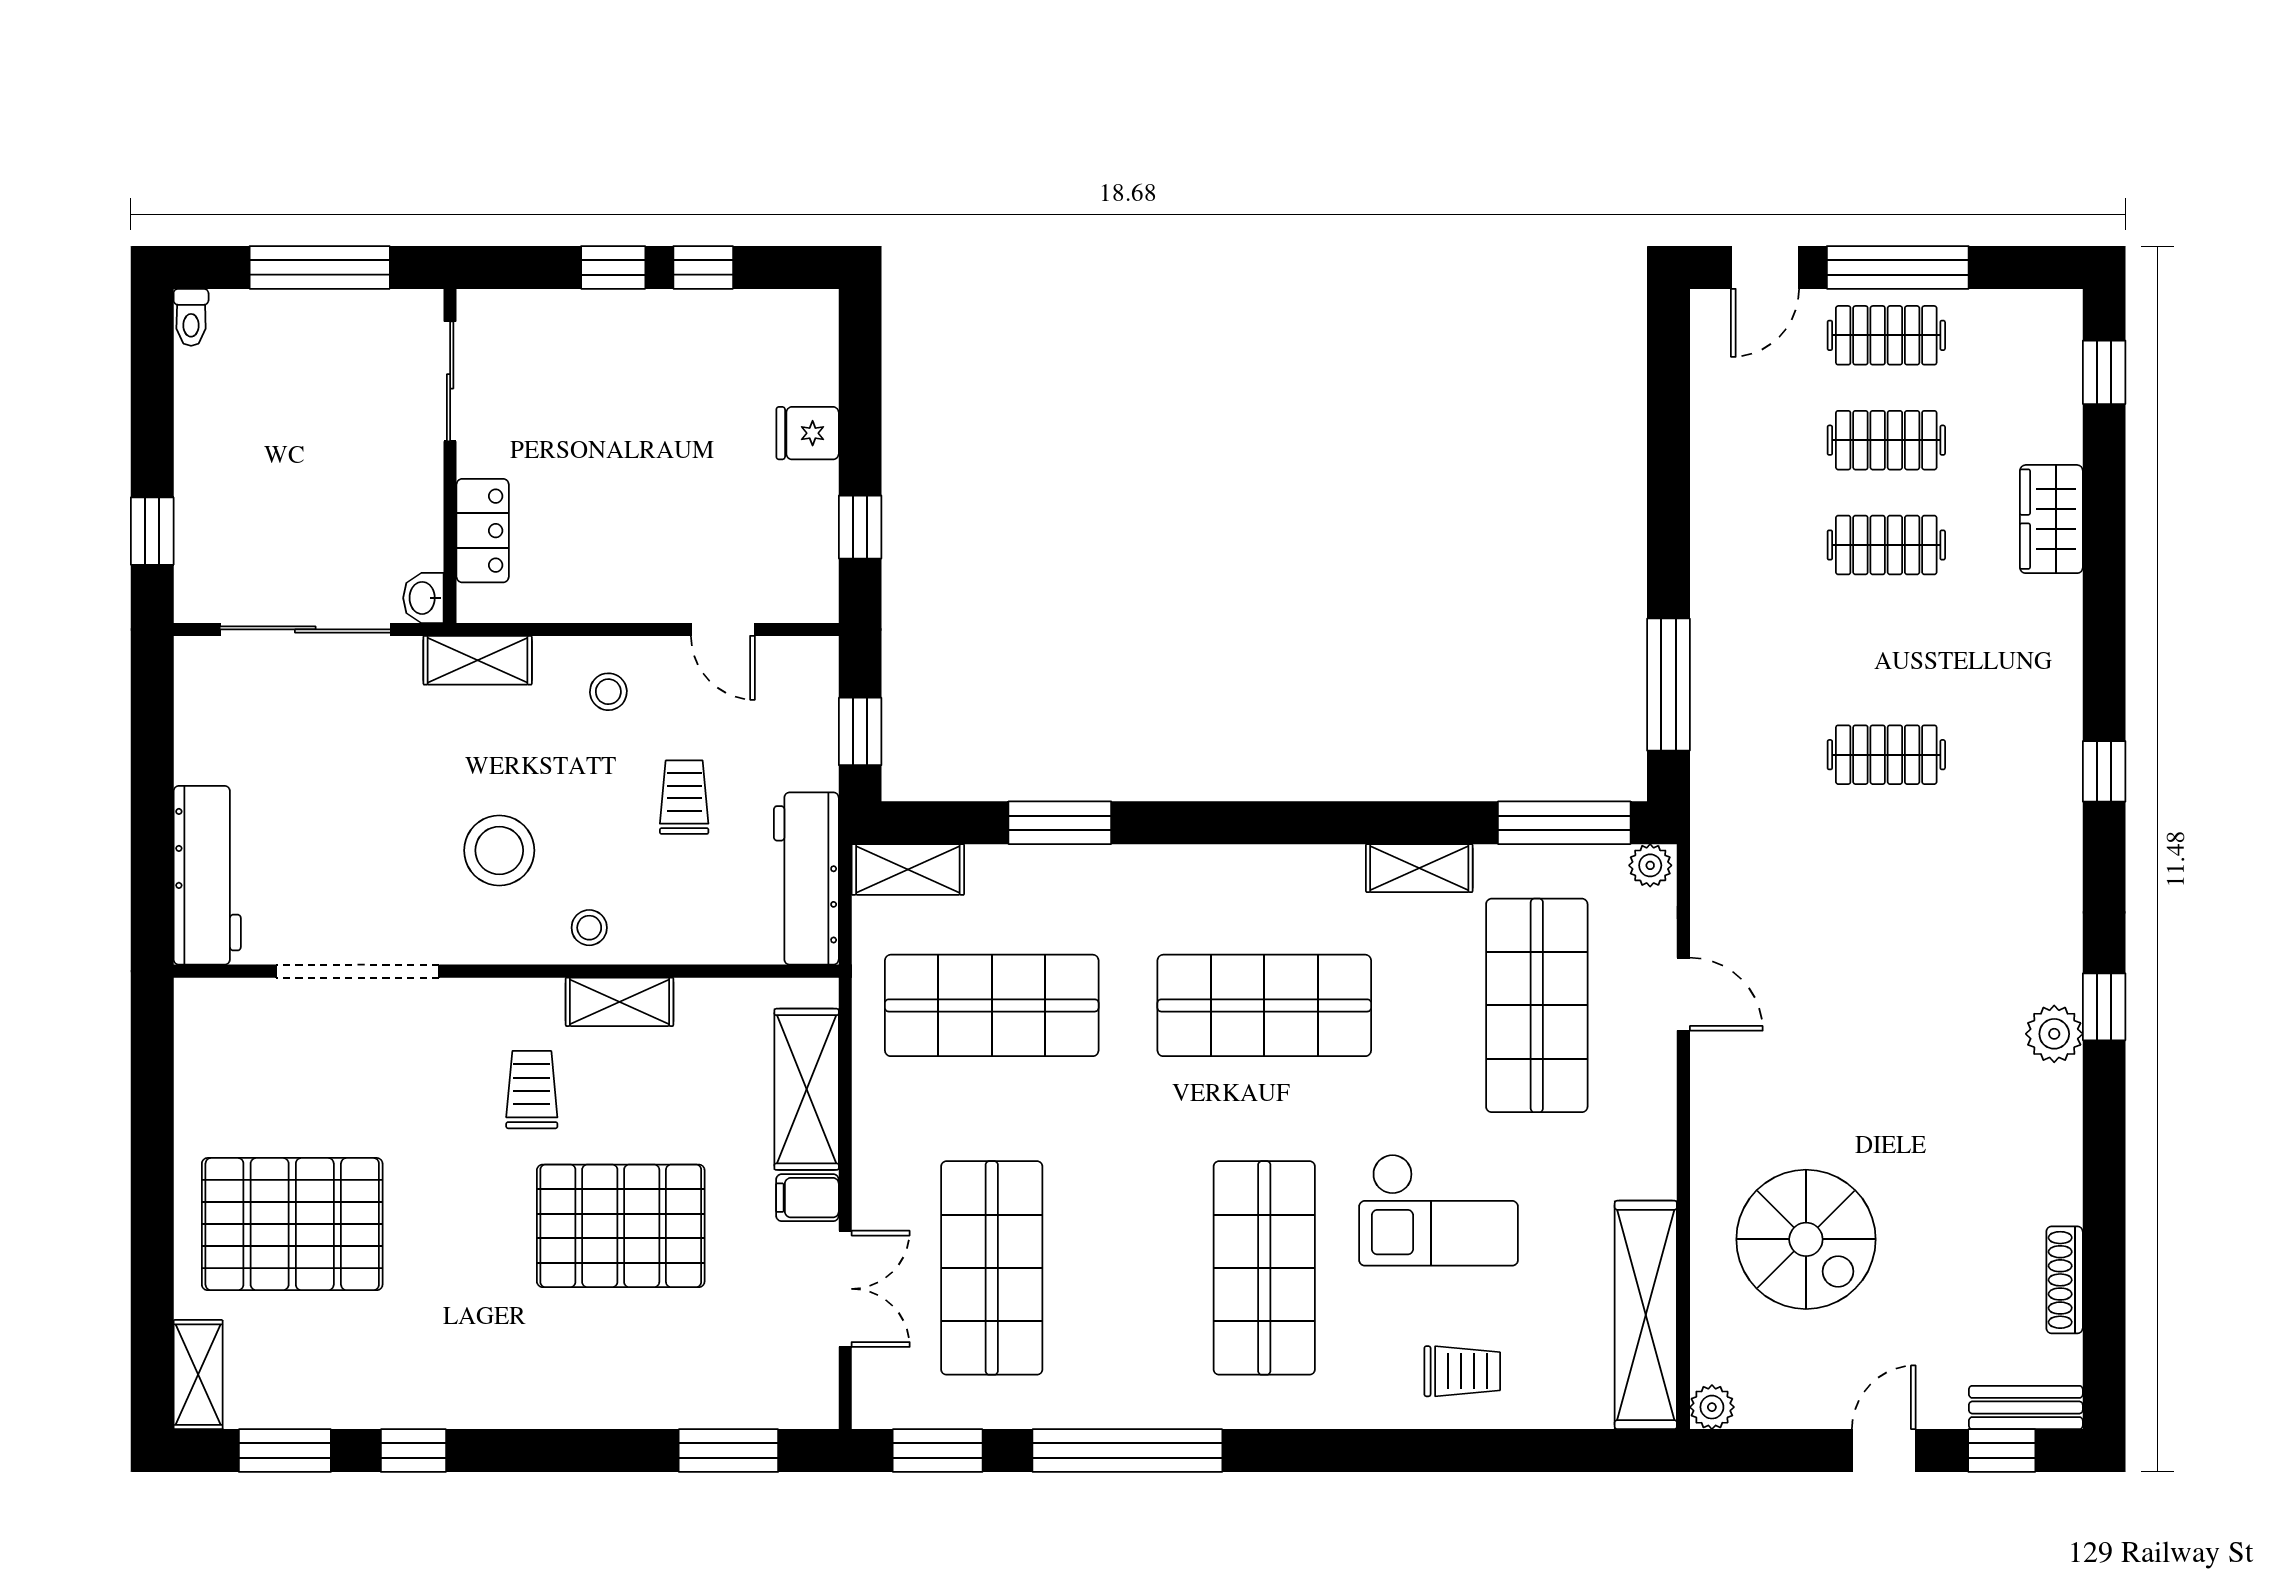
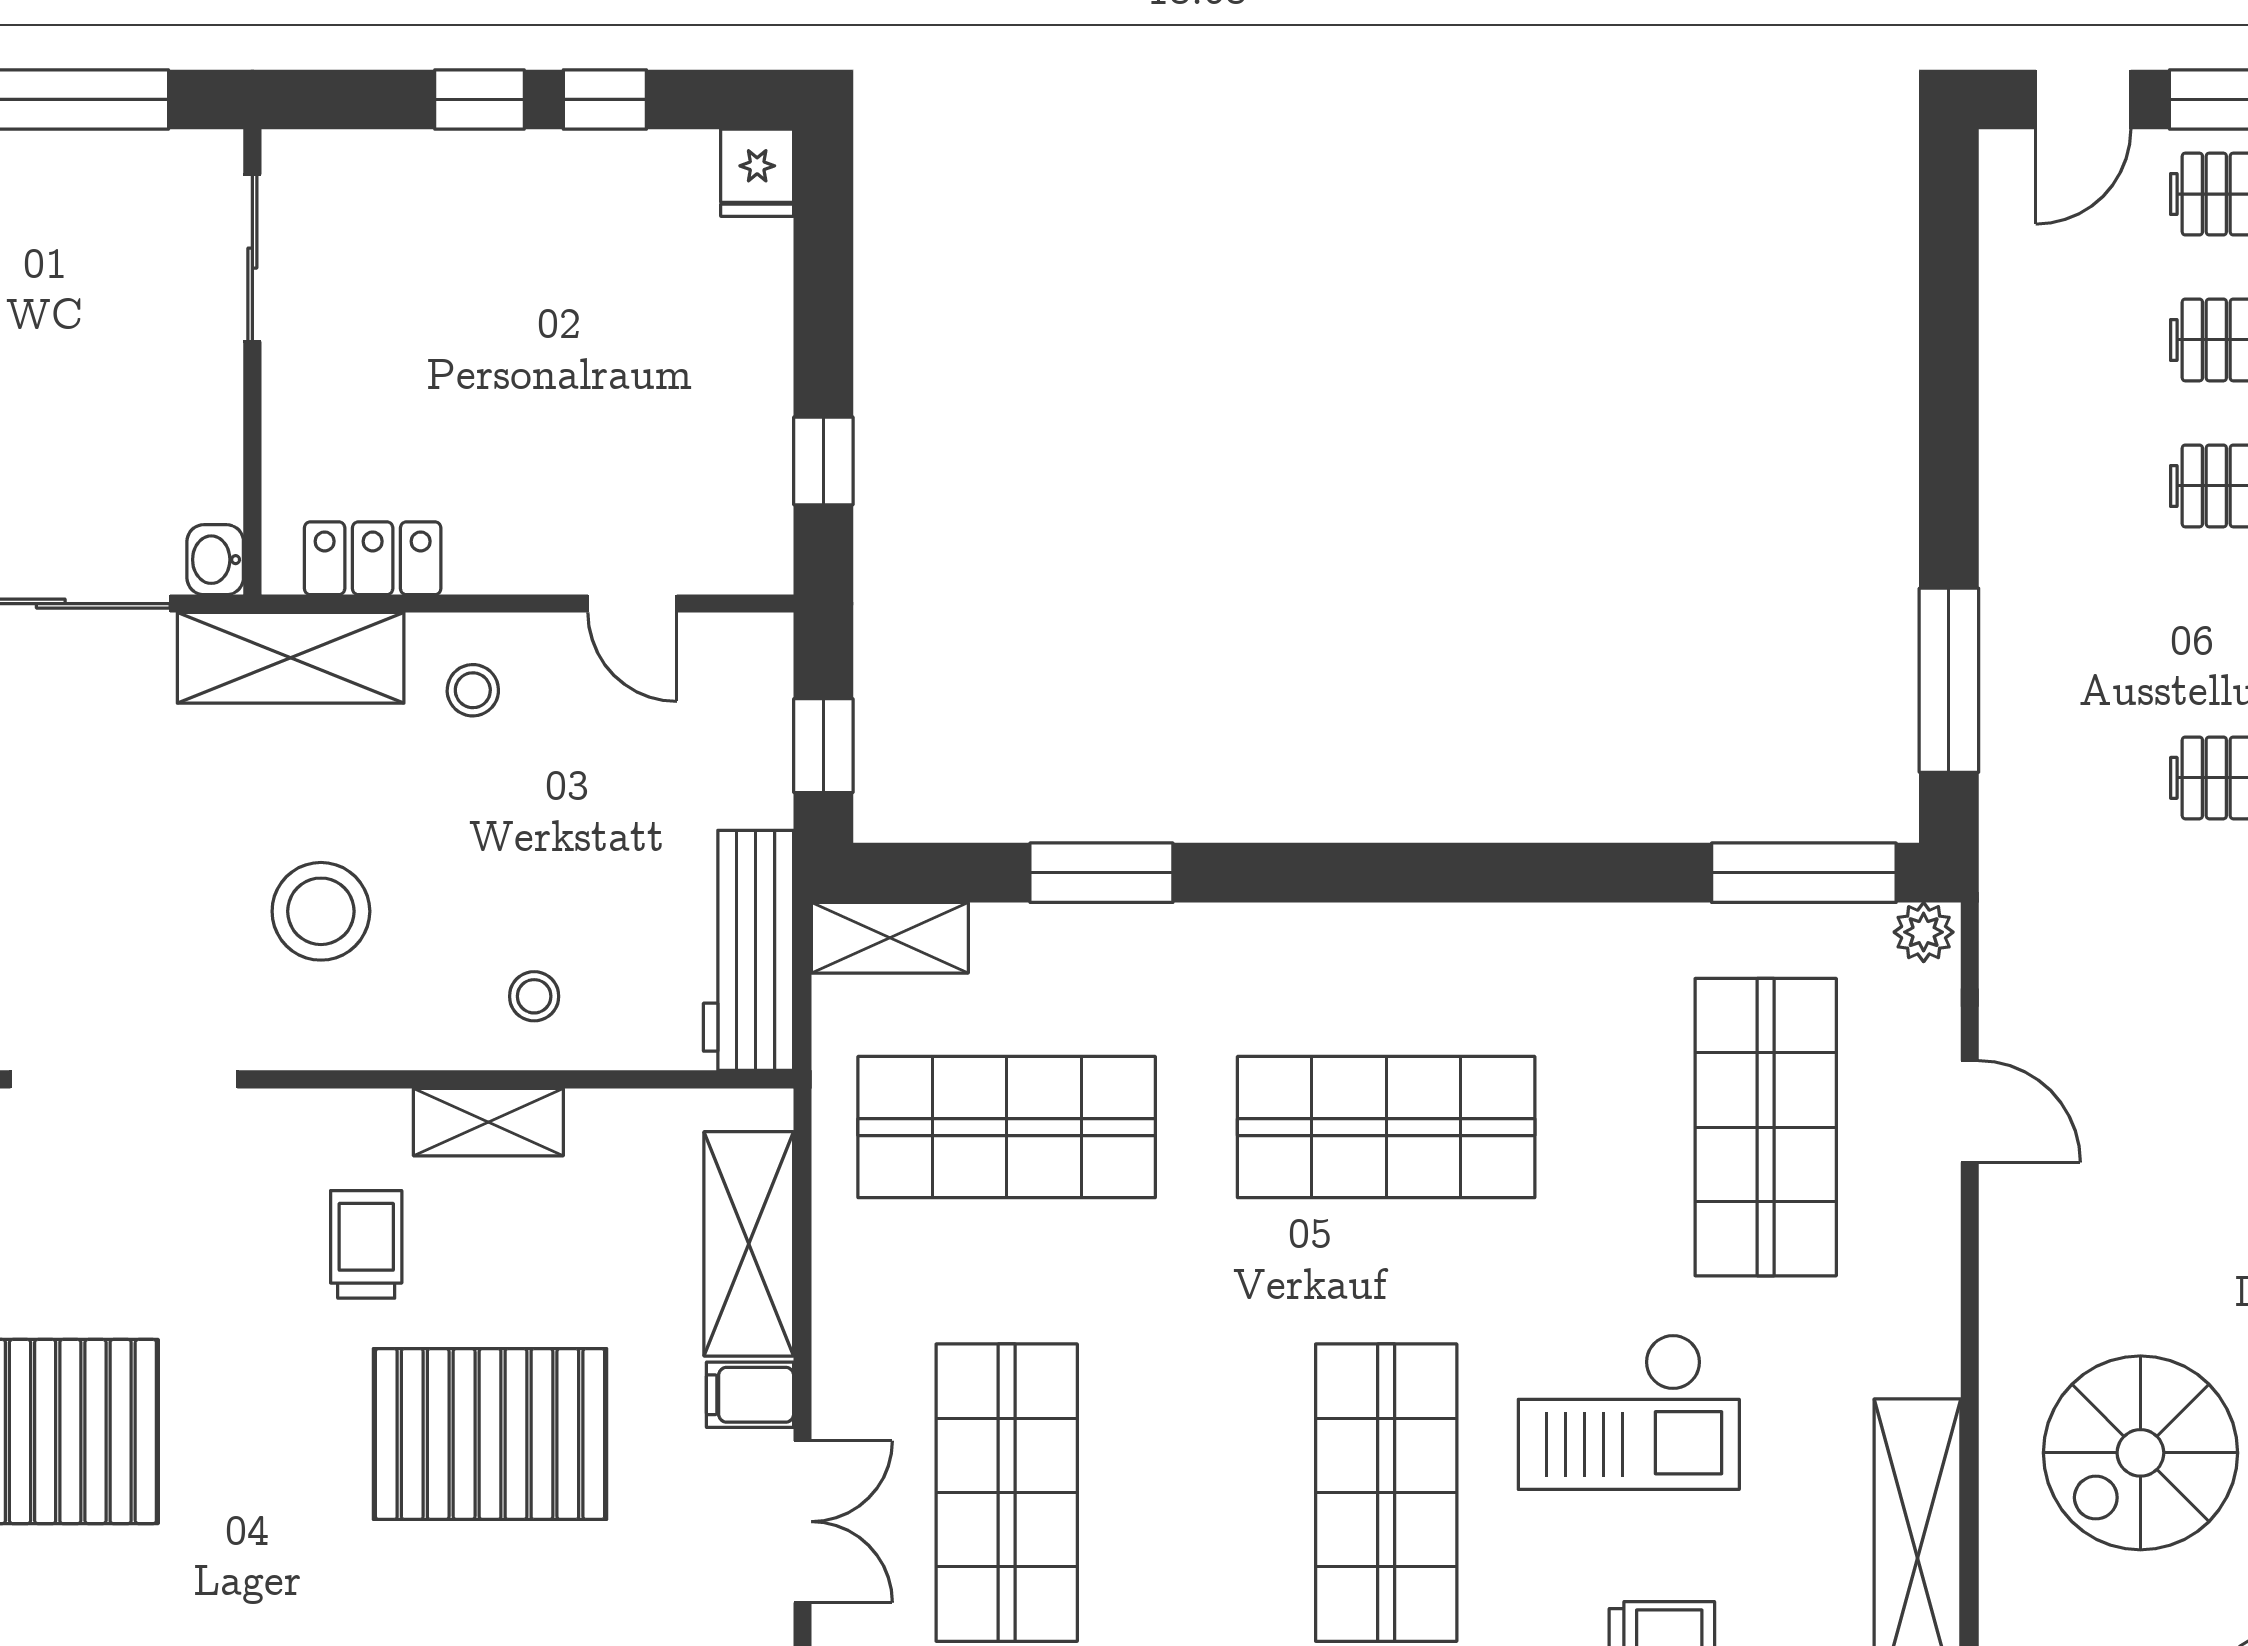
fridge: (808, 433) -> (757, 173), moved, turned -90
locker: (483, 531) -> (373, 558), moved, turned -90
shelving: (478, 660) -> (291, 658), width x1.50, depth x1.33
trolley: (684, 797) -> (578, 837), removed
shelving: (1419, 868) -> (1602, 936), removed
stool: (589, 928) -> (534, 996), moved
spiral stairs: (1806, 1239) -> (2140, 1453), turned 90

